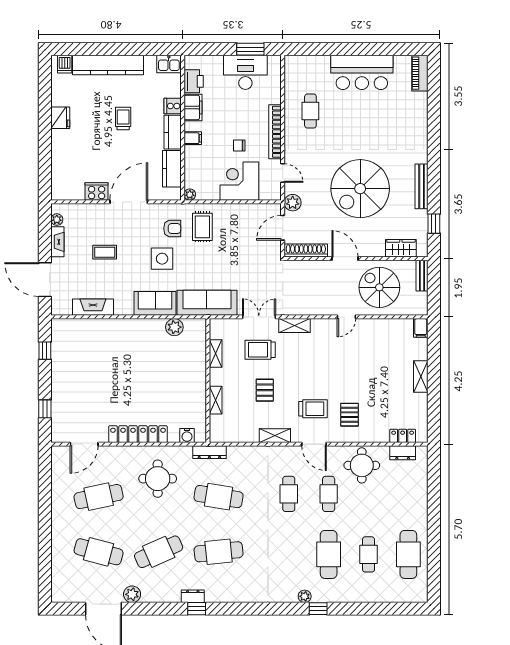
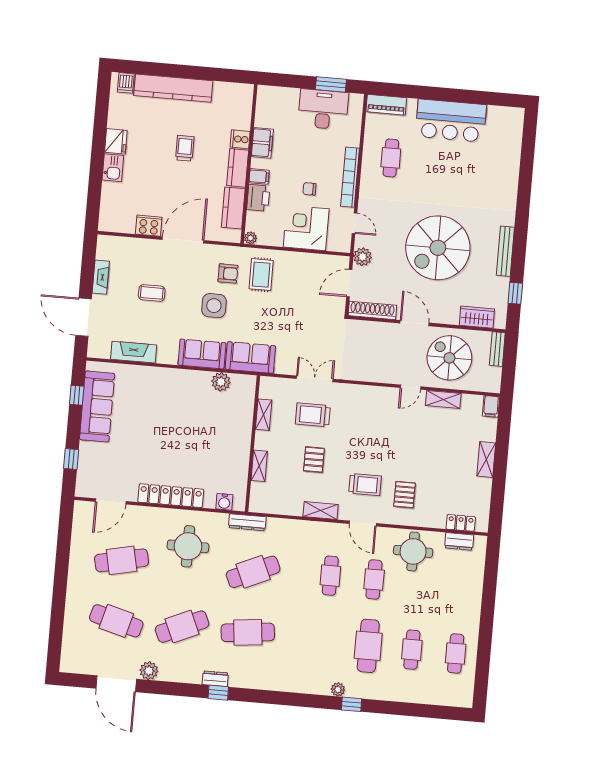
kitchen sink: (169, 64) -> (113, 168), moved, turned -90
piano: (420, 73) -> (386, 105), moved, turned -90
printer: (194, 81) -> (258, 198), moved
plant: (57, 220) -> (102, 253), removed
sofa: (207, 303) -> (250, 357), width x0.73
shelving: (295, 326) -> (443, 399), moved
sofa: (64, 359) -> (97, 406), added
cafe table: (219, 497) -> (253, 572), turned -33
cafe table: (408, 554) -> (456, 653), width x0.73, depth x0.74

